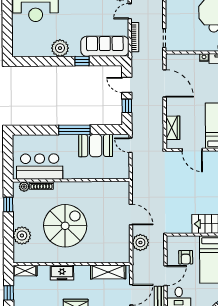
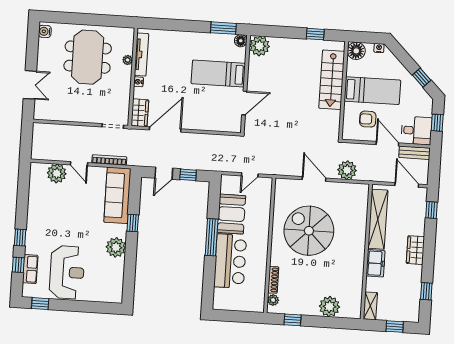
wardrobe: (173, 128) -> (140, 113), moved, turned 90
door: (130, 145) -> (250, 175), moved
bar counter: (40, 167) -> (230, 261), moved, turned 180
door: (131, 215) -> (314, 179), hinge flipped
spiral stairs: (65, 226) -> (309, 231), moved
armchair: (186, 257) -> (368, 119), turned 180
shelving: (108, 272) -> (378, 219), width x1.47

